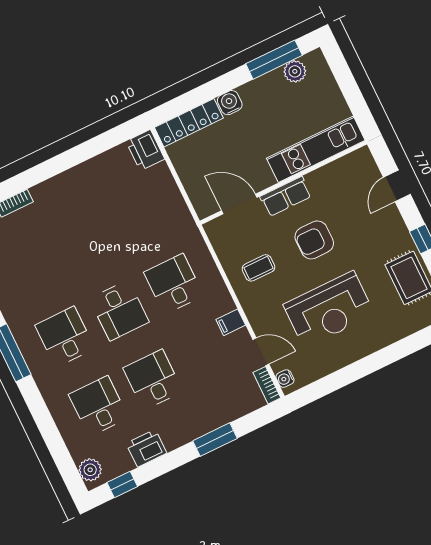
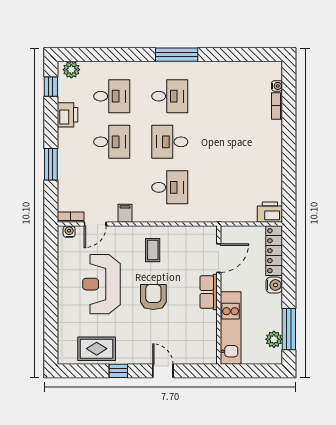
kitchen unit: (316, 149) -> (231, 328), moved
wall: (283, 183) -> (219, 295), moved
row of seats: (286, 196) -> (209, 292), moved
door: (239, 204) -> (219, 258), moved

